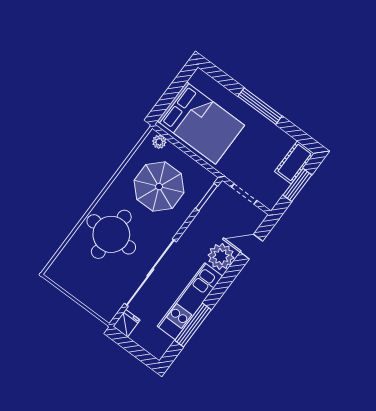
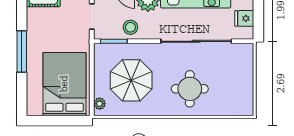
stool: (208, 222) -> (130, 27), added
round table: (111, 234) -> (190, 89), width x0.73, depth x0.73
fridge: (127, 323) -> (244, 18), moved

